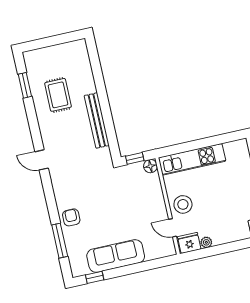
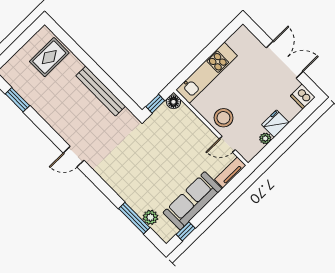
rug: (58, 95) -> (49, 57), moved, turned 90
armchair: (71, 217) -> (132, 191), removed
fridge: (189, 243) -> (275, 124), moved
plant: (73, 248) -> (150, 217), added
tv unit: (161, 252) -> (230, 172), added

